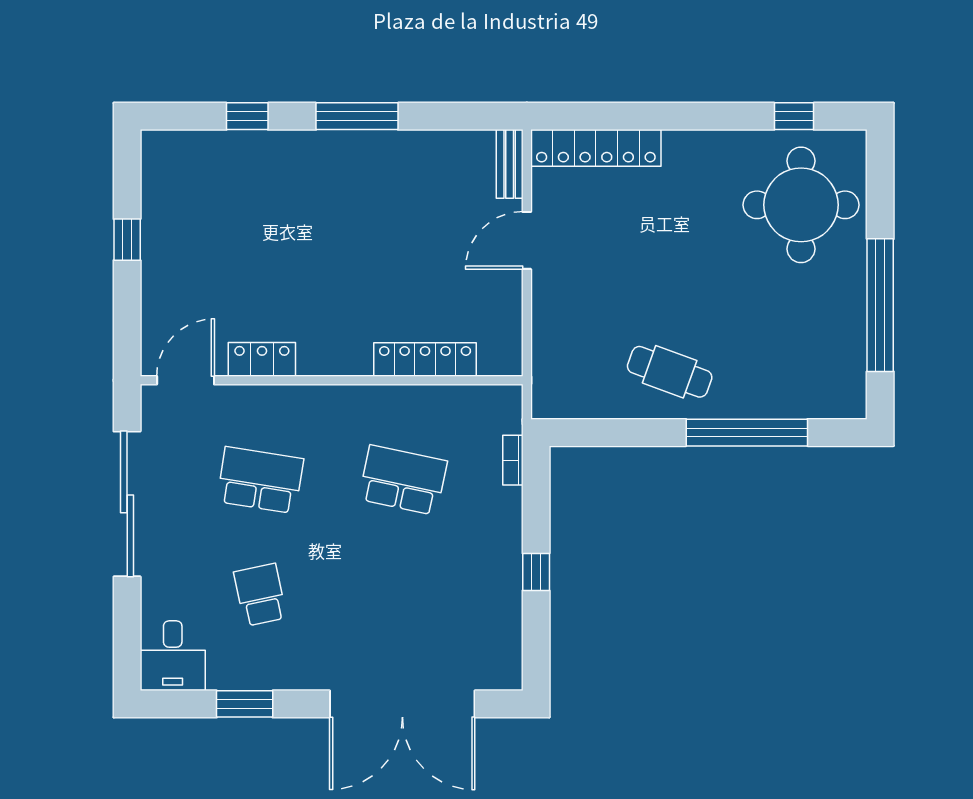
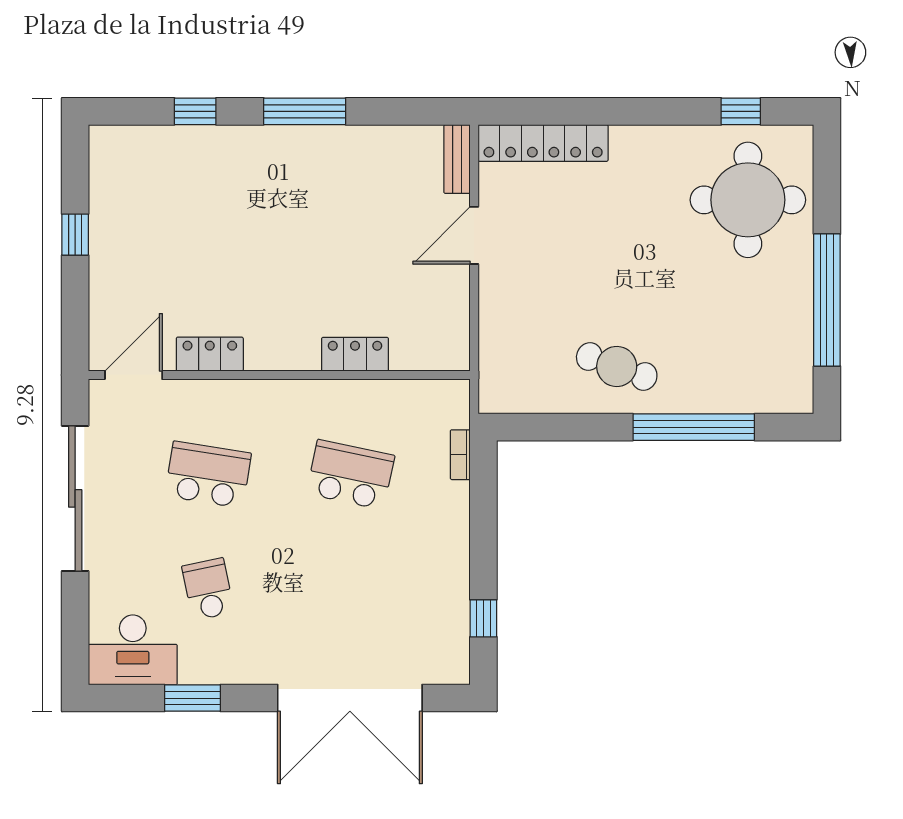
locker: (425, 359) -> (355, 354), width x0.66
window: (536, 572) -> (483, 618), moved
desk: (173, 656) -> (133, 650), width x1.37

